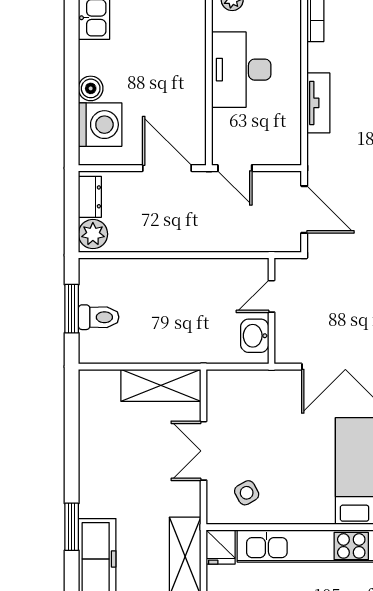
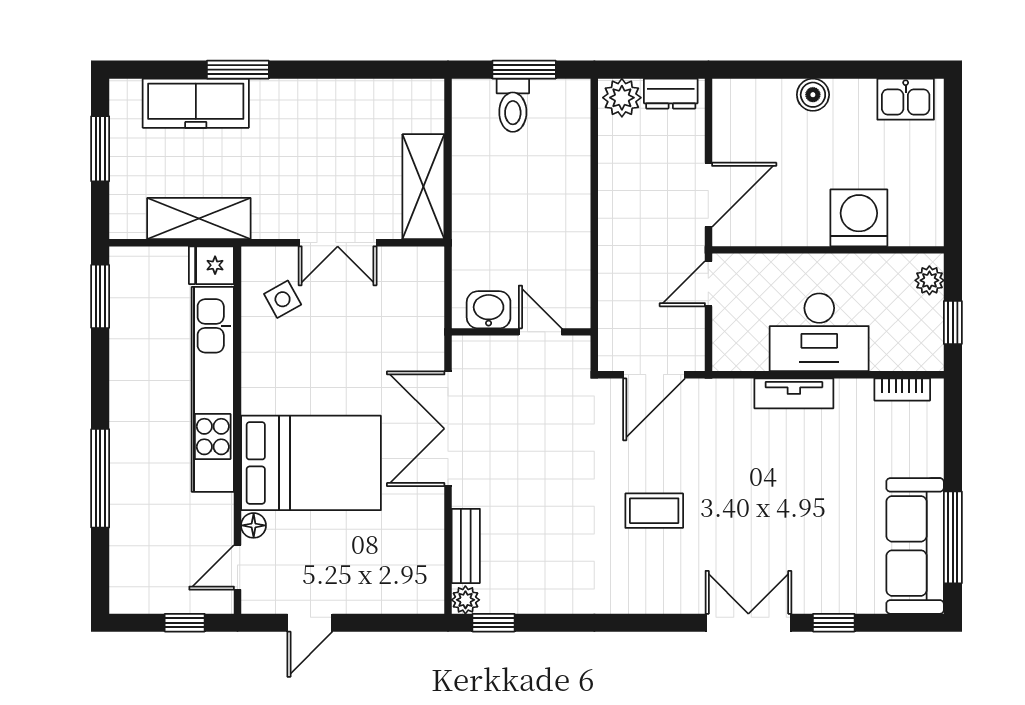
desk: (241, 70) -> (819, 332), moved, turned 180
washing machine: (100, 125) -> (859, 218), moved, turned 180
double door: (204, 451) -> (338, 243), swing flipped

